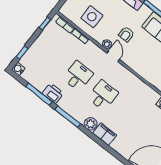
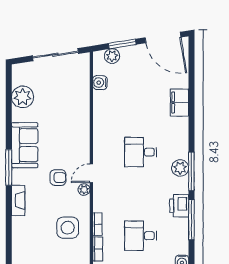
desk: (78, 76) -> (141, 236), moved
plant: (91, 124) -> (180, 168), moved
filing cabinet: (105, 134) -> (179, 103), moved

